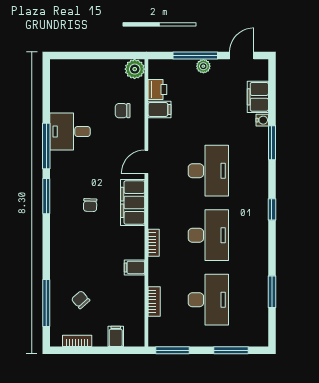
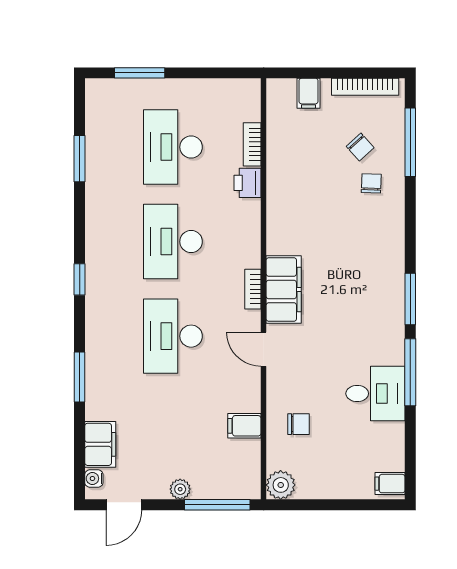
window: (195, 56) -> (217, 505), moved
printer: (157, 89) -> (247, 183), moved
water cooler: (262, 120) -> (94, 479), moved
door: (146, 162) -> (264, 349), swing flipped
chair: (90, 205) -> (371, 183), moved
bookcase: (154, 243) -> (253, 289), moved
filing cabinet: (134, 267) -> (390, 484), moved, turned 180
bookcase: (77, 341) -> (365, 87), width x1.56
window: (173, 350) -> (225, 73), removed

